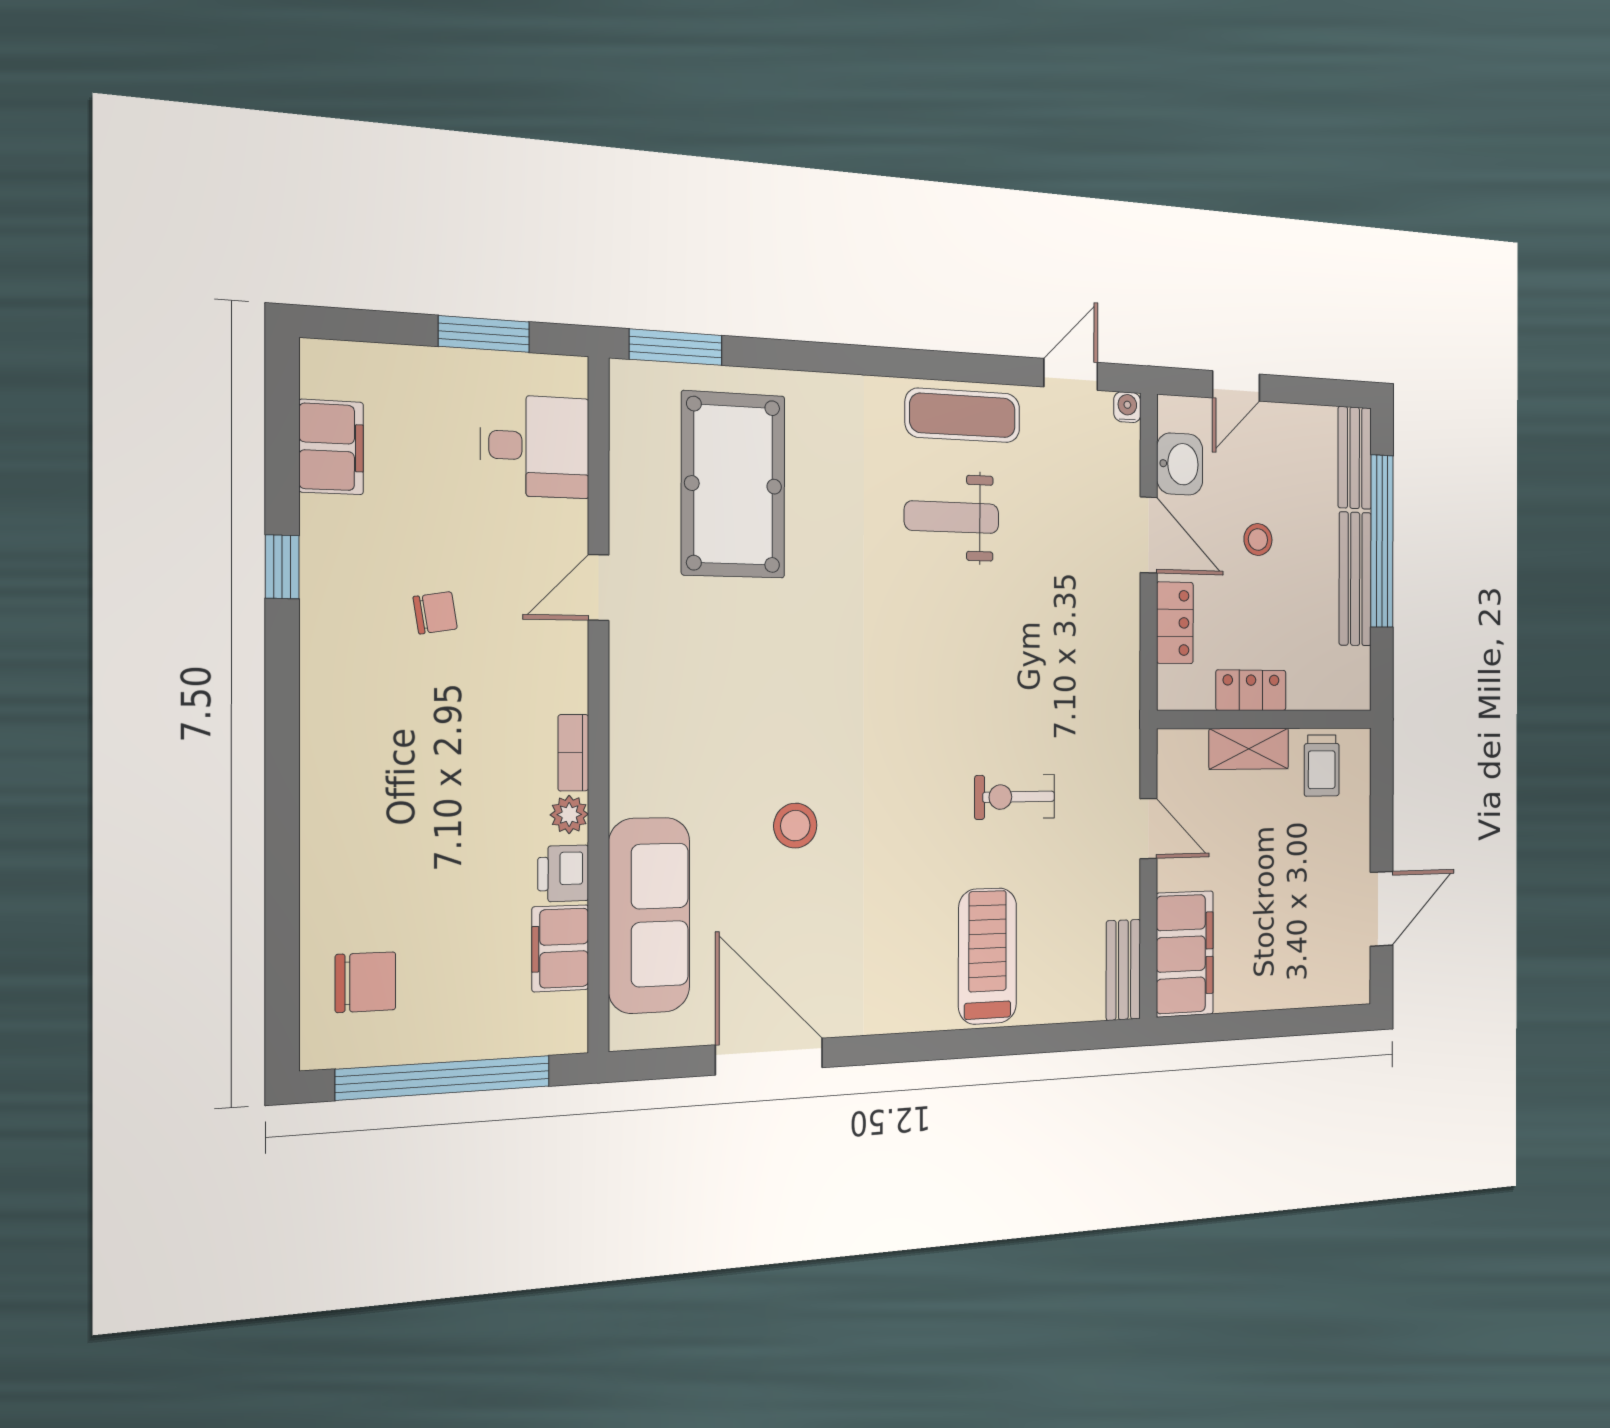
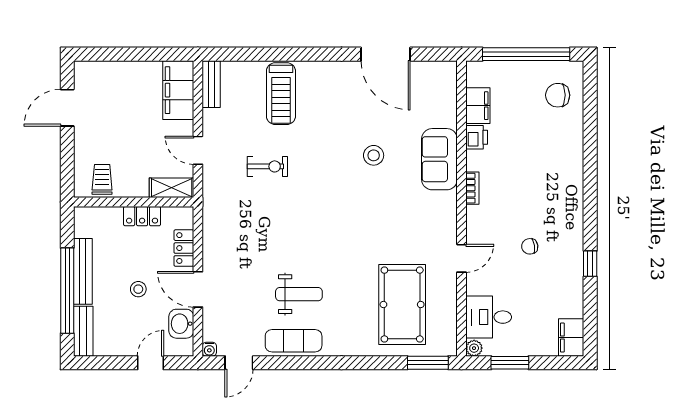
filing cabinet: (331, 447) -> (571, 338), moved
shelving: (1249, 749) -> (172, 188), moved
plant: (569, 815) -> (474, 348), moved
sofa: (649, 915) -> (439, 159), moved, width x0.73

